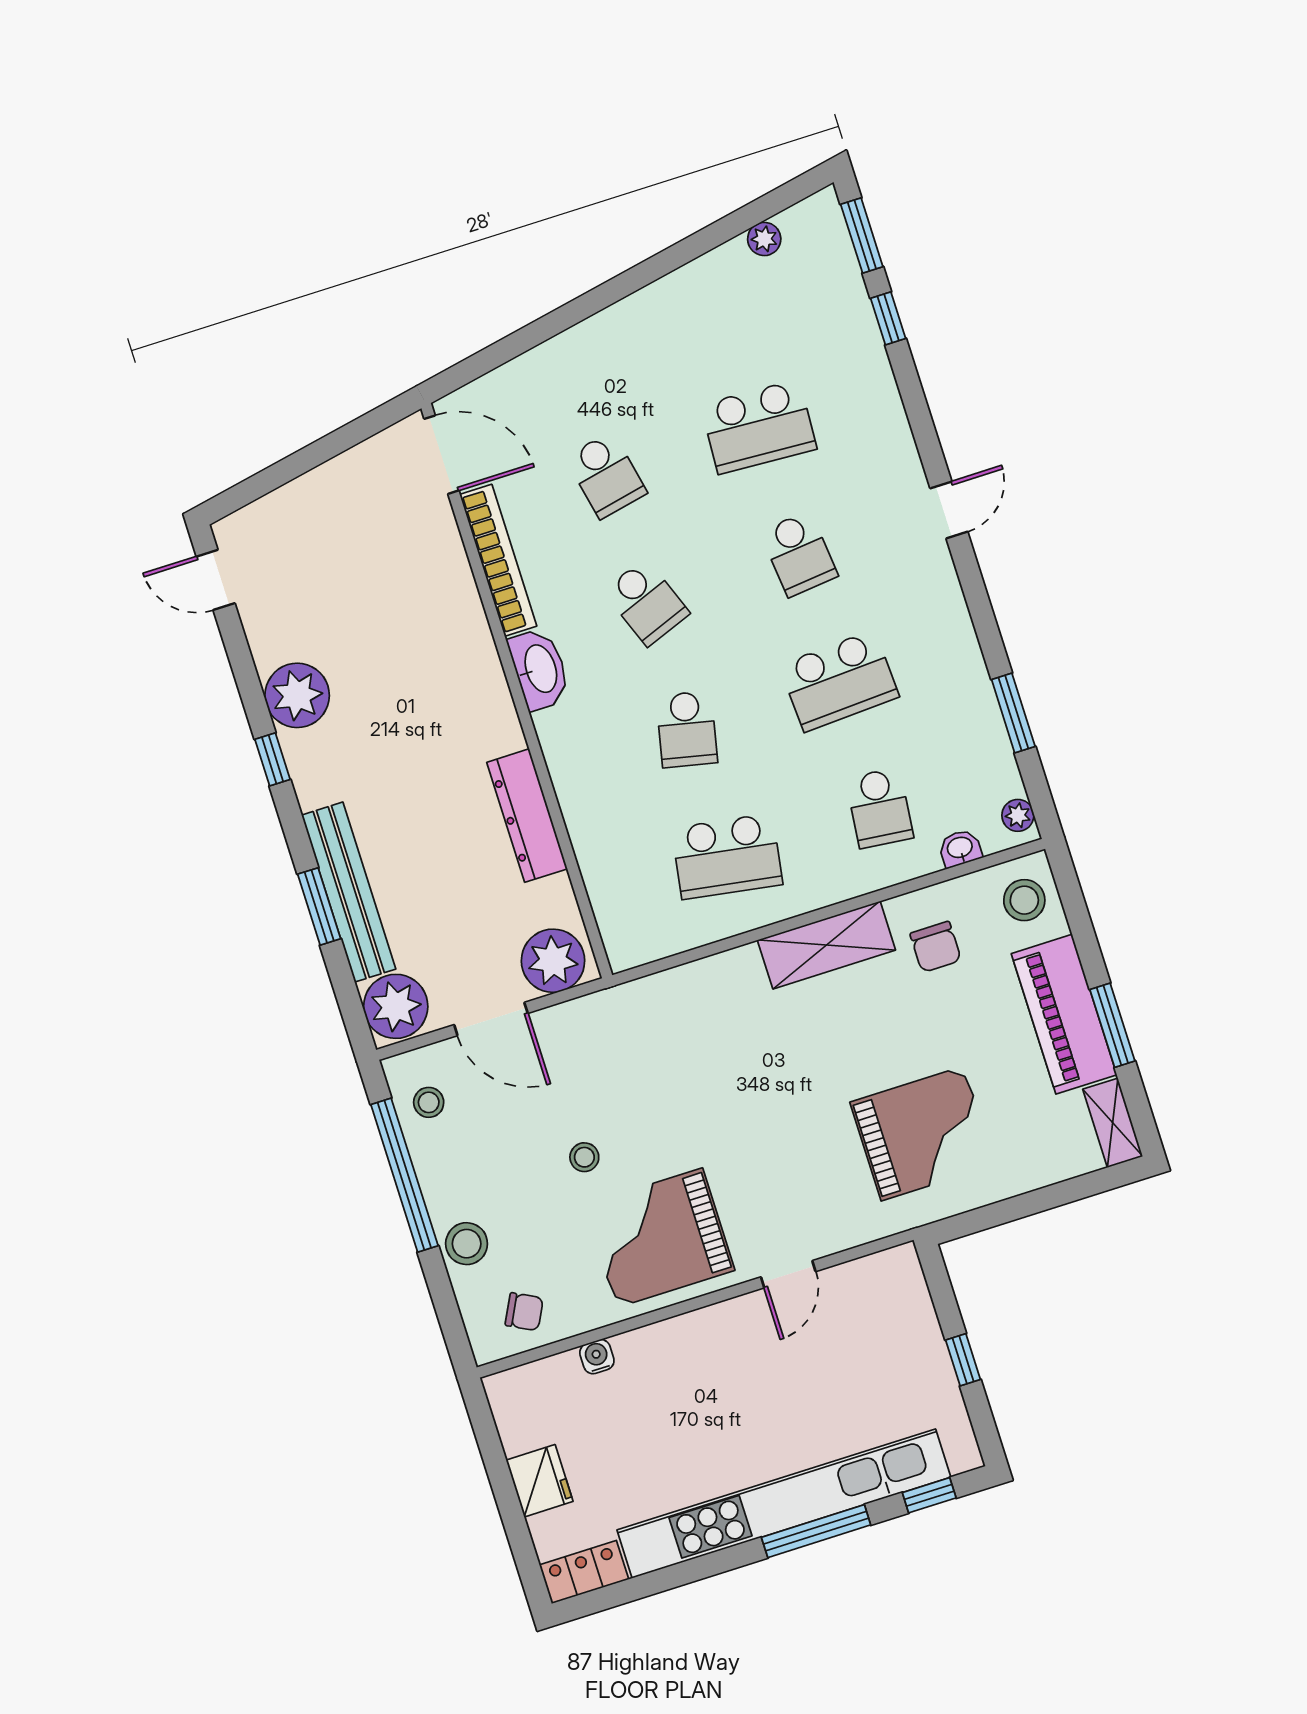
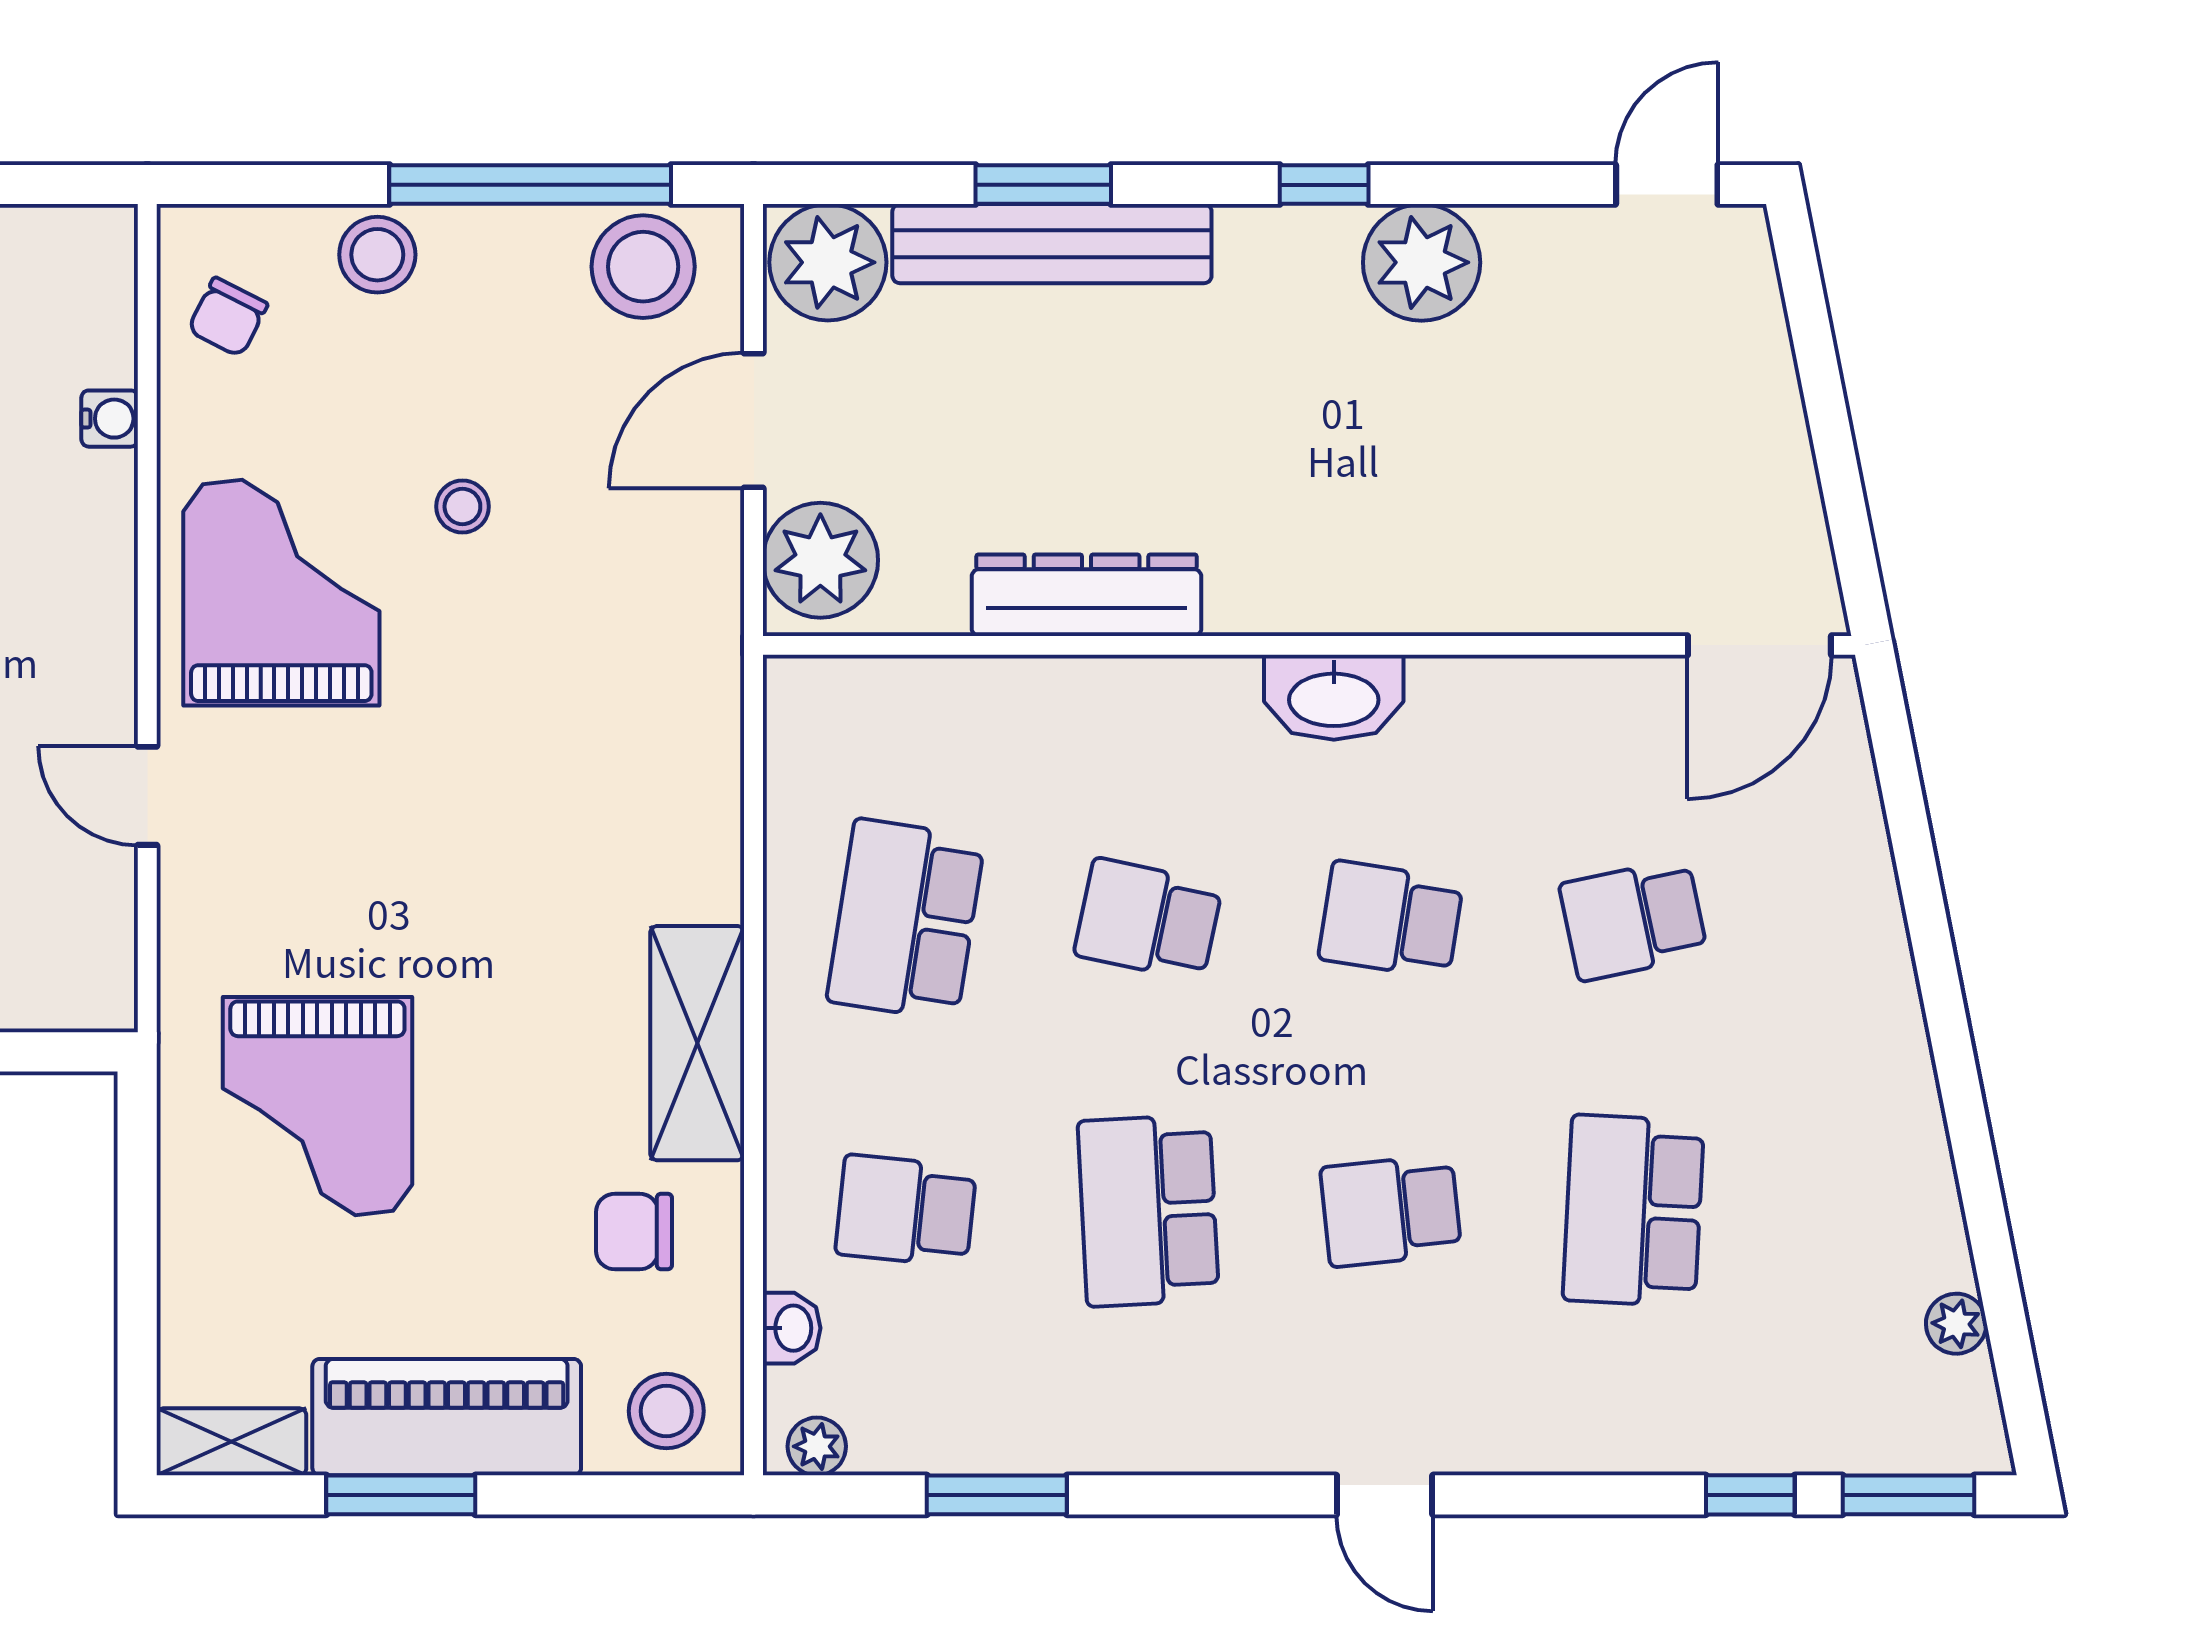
bookcase: (498, 560) -> (1545, 685), removed
school desk: (646, 602) -> (1391, 920), turned 30
stool: (429, 1102) -> (643, 267), width x1.89, depth x1.89

